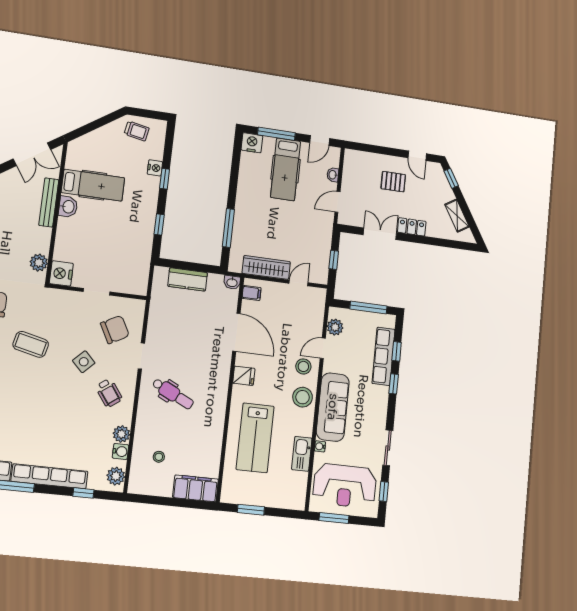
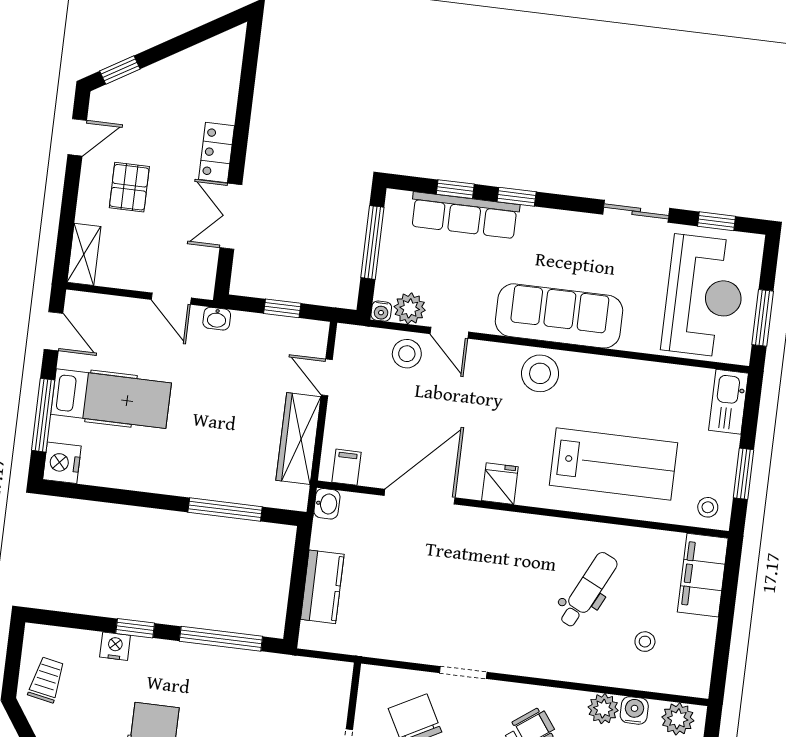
washbasin: (333, 175) -> (217, 319), moved
shelving: (457, 216) -> (84, 254), moved, turned -59
window: (159, 224) -> (221, 639), width x2.17
stool: (303, 366) -> (407, 354), moved
dental chair: (173, 394) -> (588, 590), moved
water cooler: (320, 446) -> (381, 311), moved
kitchen sink: (302, 454) -> (728, 402), moved, turned 90
stool: (232, 490) -> (708, 507), added

